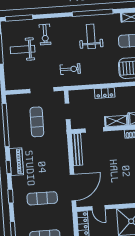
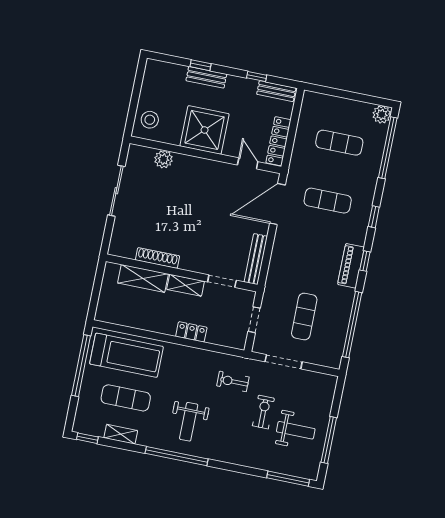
exercise bike: (45, 35) -> (263, 412), moved

